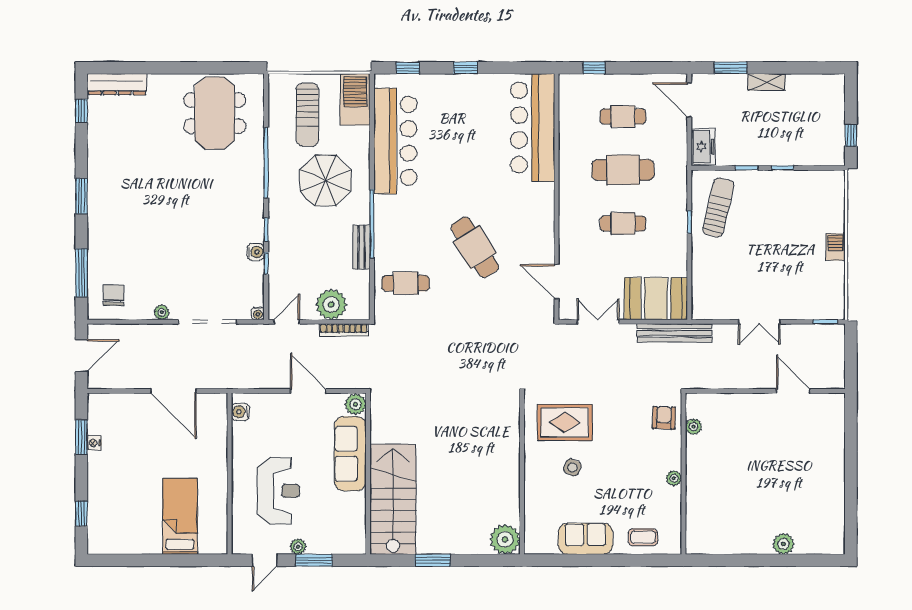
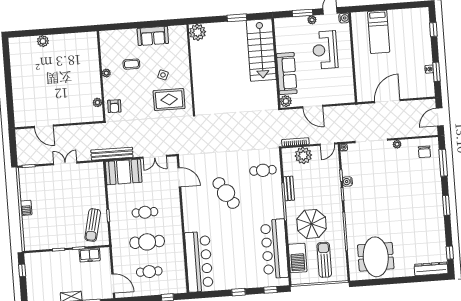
barbecue: (355, 99) -> (298, 258), moved
freezer: (703, 147) -> (90, 255), moved, turned -90
door: (173, 391) -> (387, 101), hinge flipped
water cooler: (240, 412) -> (344, 18), moved
coffee table: (643, 537) -> (131, 64), moved

